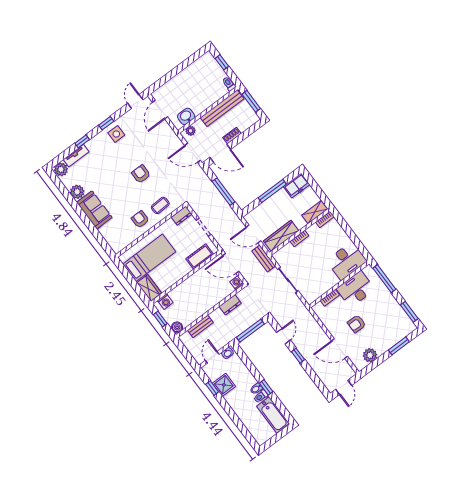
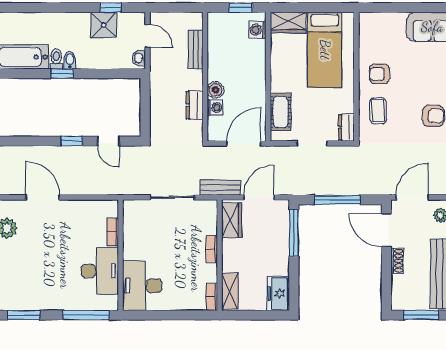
door: (220, 153) -> (386, 230), hinge flipped
window: (272, 191) -> (294, 233), moved
armchair: (140, 219) -> (379, 74), turned 180
wardrobe: (281, 236) -> (232, 220), width x0.67
washing machine: (237, 283) -> (215, 108), moved
armchair: (357, 324) -> (57, 241), removed
boiler: (177, 327) -> (216, 90), moved
window: (250, 331) -> (145, 106), removed
door: (339, 349) -> (43, 197), hinge flipped

